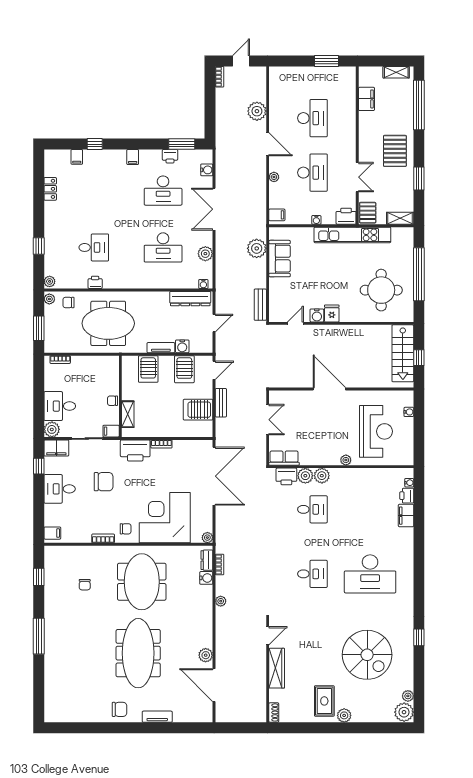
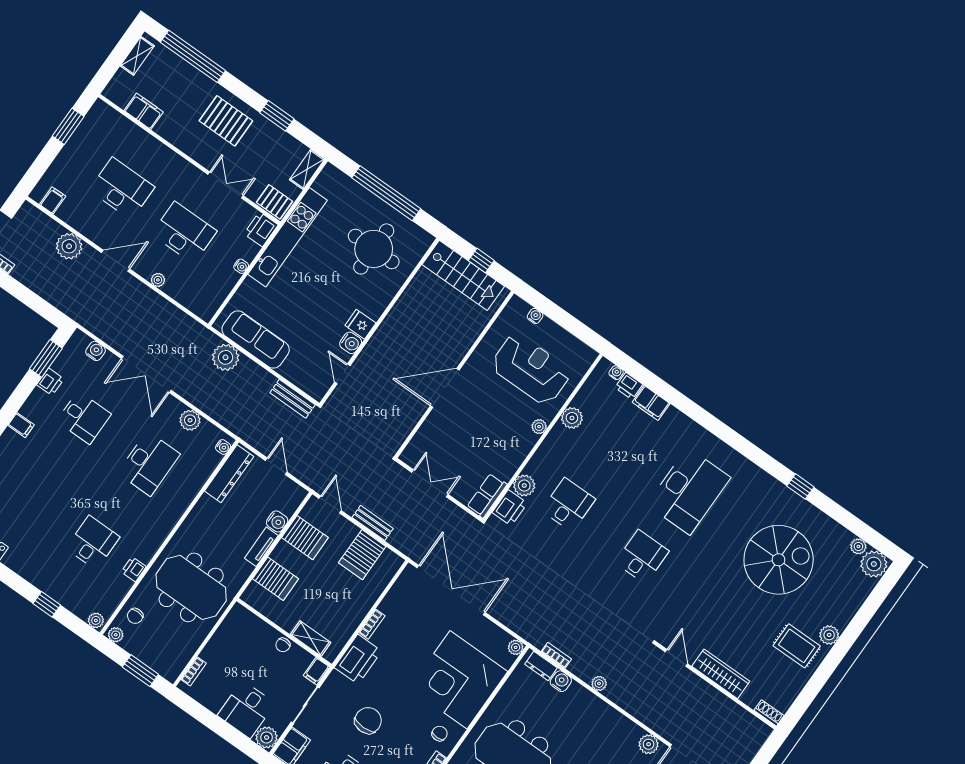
desk: (163, 191) -> (84, 417), width x0.73
filing cabinet: (277, 215) -> (53, 200), moved
sofa: (280, 259) -> (256, 339), width x1.36
meeting table: (108, 323) -> (191, 587), turned 90
plant: (322, 476) -> (572, 418), moved

